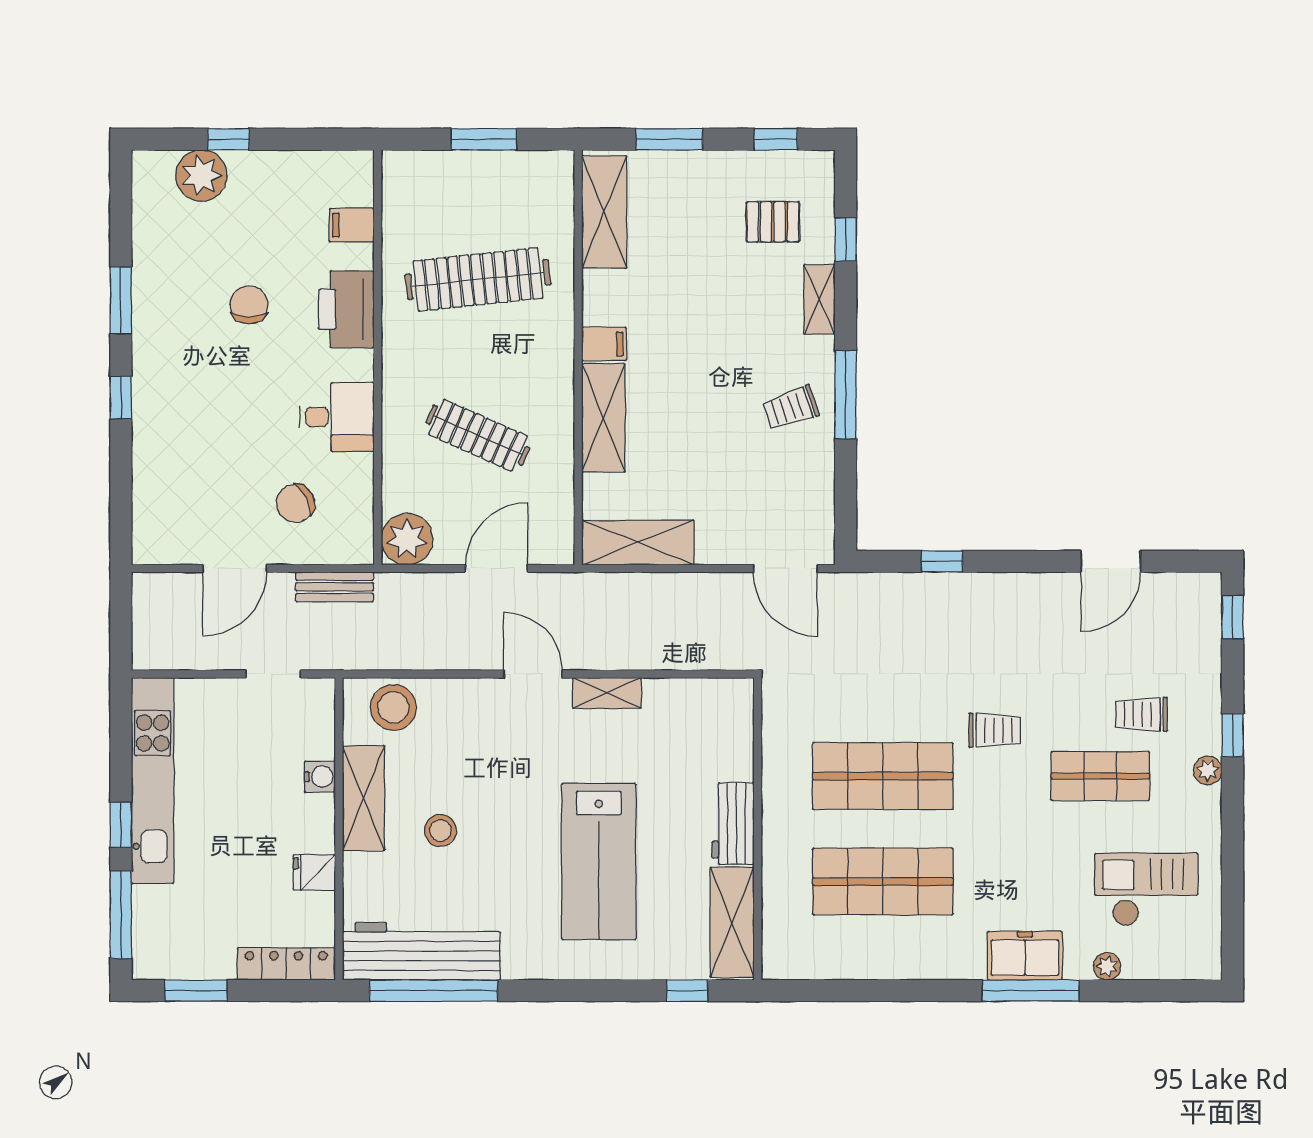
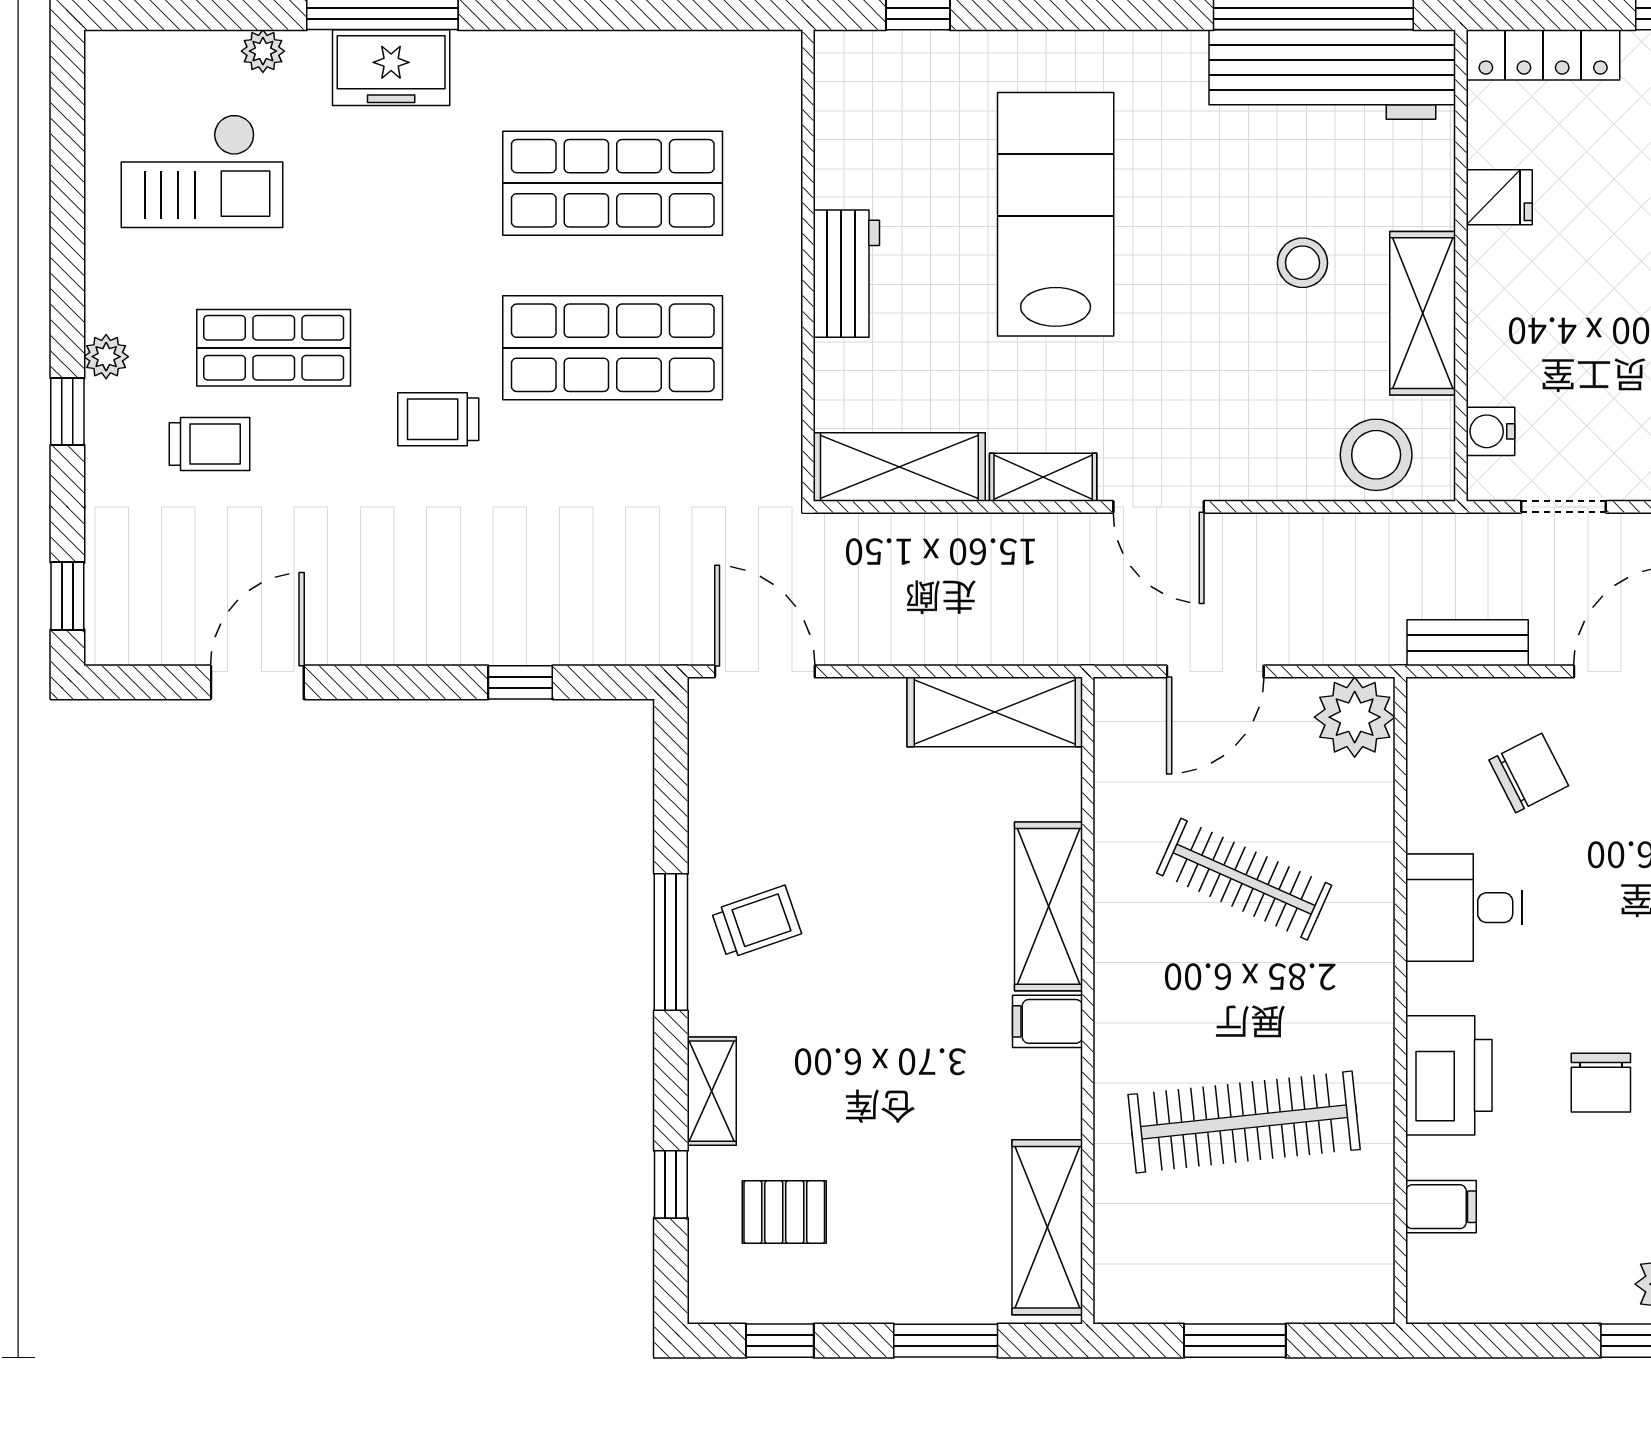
water cooler: (320, 777) -> (1490, 431), moved
shelving: (732, 922) -> (899, 467), moved, turned 90

